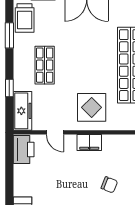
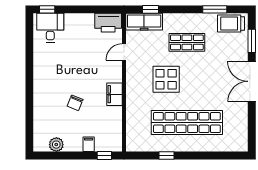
window: (9, 88) -> (151, 9), moved
display table: (92, 107) -> (166, 79), moved
filing cabinet: (89, 143) -> (115, 94), moved

